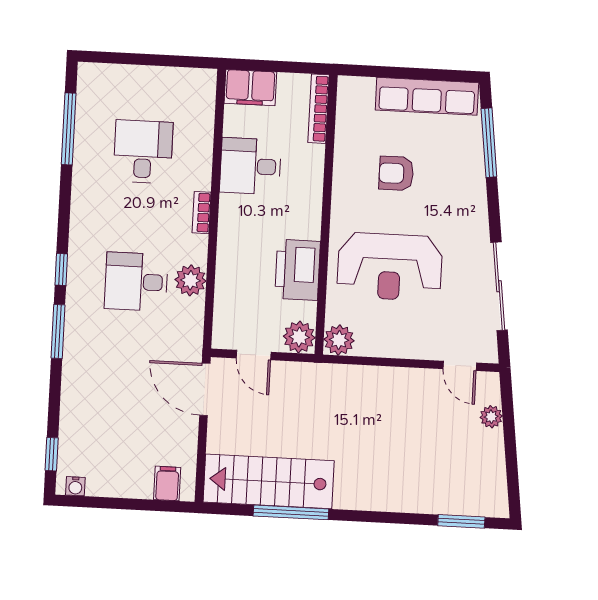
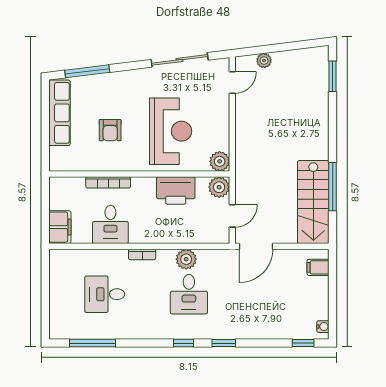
bookcase: (319, 109) -> (108, 182), moved
window: (58, 331) -> (224, 343), width x0.67

